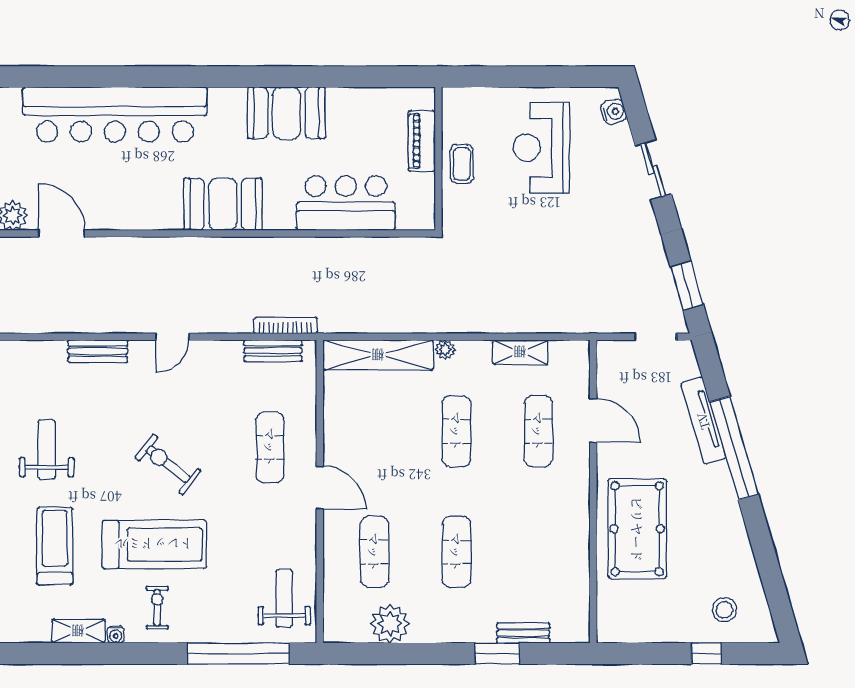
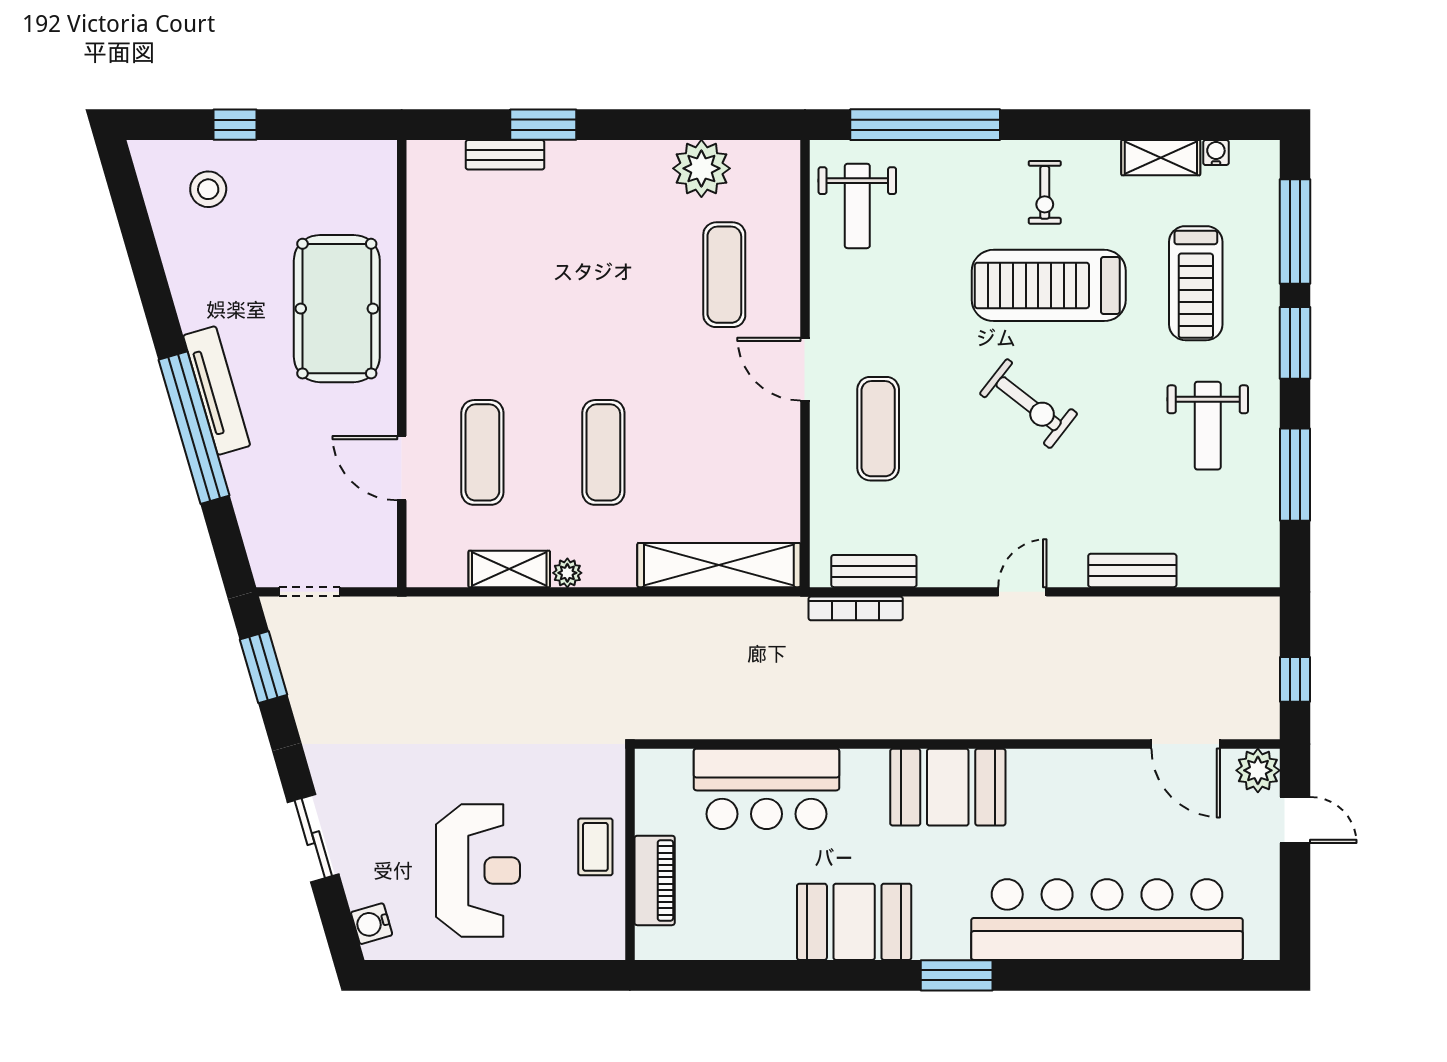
window: (217, 77) -> (957, 975), added
plant: (445, 350) -> (567, 573), moved
tv unit: (703, 421) -> (217, 391), moved
exercise mat: (456, 552) -> (603, 275), removed
water cooler: (116, 635) -> (1216, 153), moved

